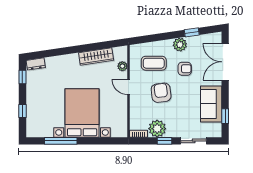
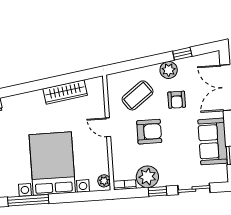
coffee table: (154, 63) -> (138, 95), turned -37
plant: (122, 66) -> (104, 181), moved
armchair: (185, 69) -> (177, 100), turned 90
armchair: (161, 93) -> (149, 132), turned 97

